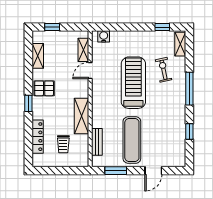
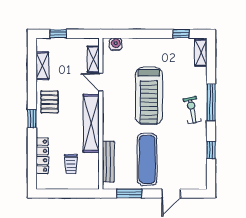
exercise bike: (164, 70) -> (192, 110), moved
door: (90, 71) -> (101, 82), hinge flipped
treadmill: (133, 83) -> (149, 96), turned 180
pallet: (44, 88) -> (49, 102), turned 90
shelving: (82, 116) -> (91, 123), width x1.47
bench: (97, 142) -> (108, 162), width x1.36

